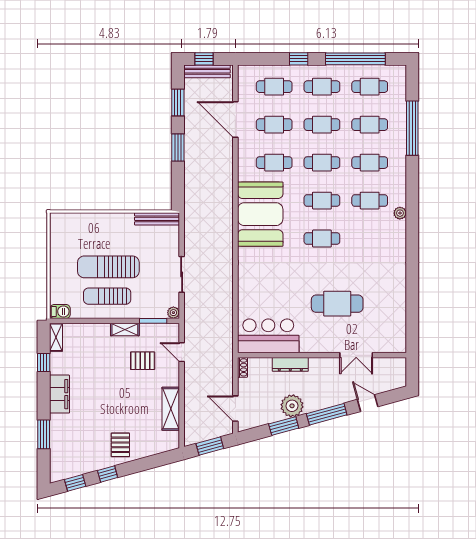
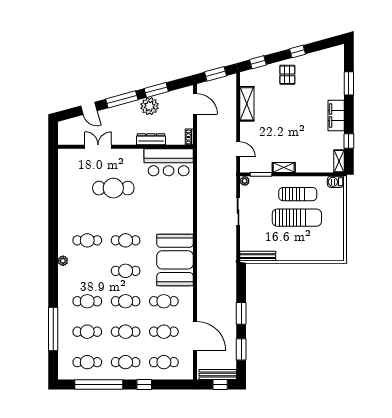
cafe table: (370, 201) -> (87, 240), moved
pallet: (143, 361) -> (269, 142), removed
window: (75, 483) -> (258, 62), moved

